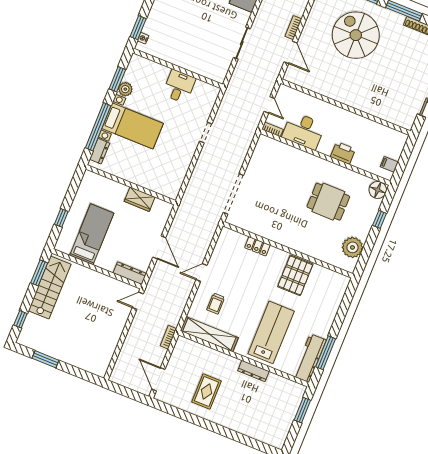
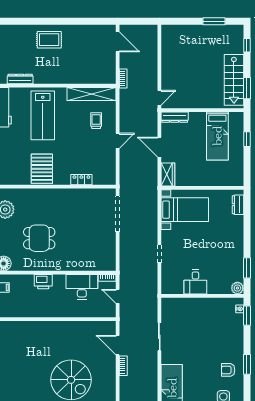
plant: (125, 89) -> (237, 288), moved
bed with nightstands: (133, 126) -> (185, 210), moved, turned 180
window: (98, 127) -> (247, 224), removed
wardrobe: (140, 199) -> (168, 174), moved, turned 90
dresser: (253, 371) -> (20, 79), moved
rug: (206, 392) -> (49, 40), moved, turned 90

